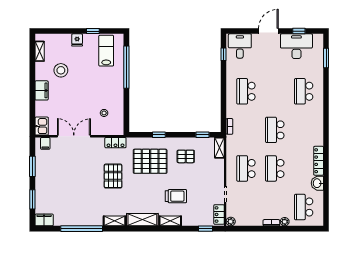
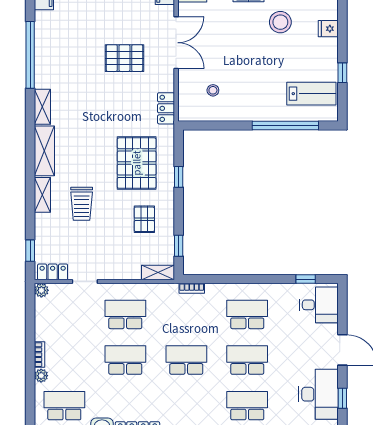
fridge: (77, 40) -> (328, 29), moved
school desk: (275, 91) -> (247, 360), added
pallet: (113, 176) -> (124, 58), moved

